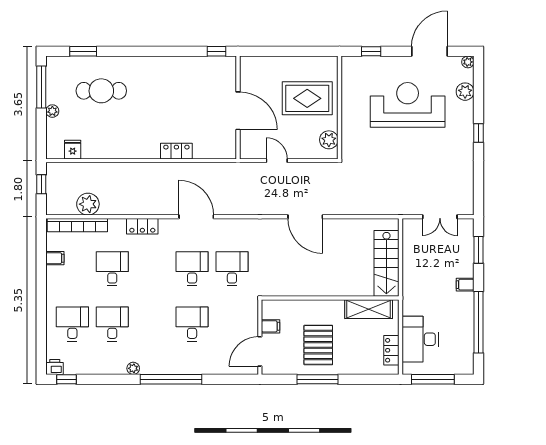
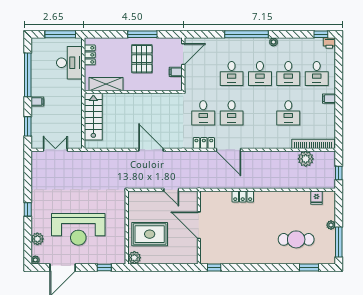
plant: (329, 140) -> (134, 258), moved
locker: (142, 226) -> (204, 143), moved
filing cabinet: (55, 258) -> (329, 99), moved
desk: (152, 324) -> (260, 73), added

